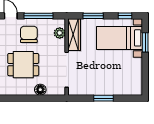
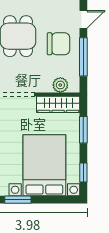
bed with nightstands: (120, 38) -> (44, 165), width x1.36
window: (145, 42) -> (18, 200), moved

